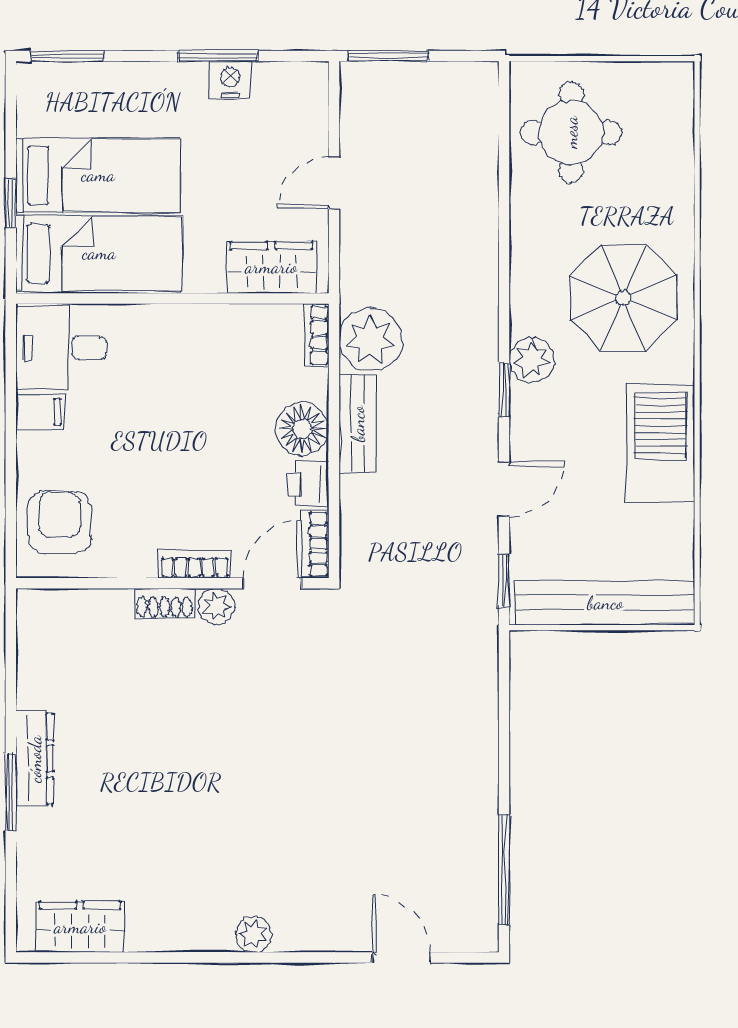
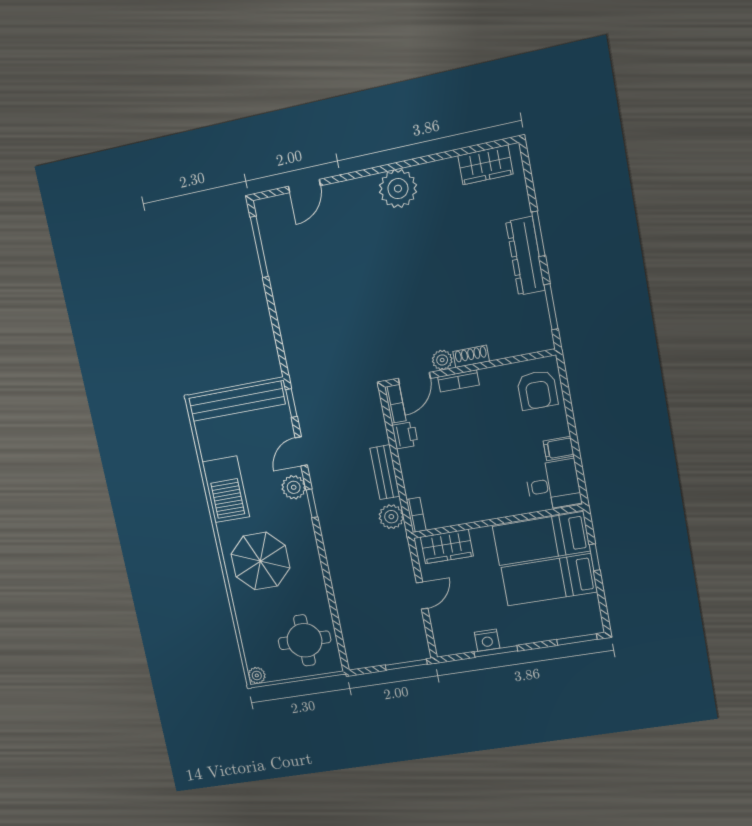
plant: (678, 78) -> (257, 675), added
plant: (371, 340) -> (391, 517), width x0.73, depth x0.73
plant: (532, 360) -> (294, 487), moved
floor lamp: (302, 429) -> (414, 464), removed
window: (11, 663) -> (551, 307), added
dresser: (35, 759) -> (525, 256), width x1.37, depth x1.24
plant: (253, 934) -> (398, 189), width x1.87, depth x1.87
door: (401, 958) -> (304, 186), hinge flipped

